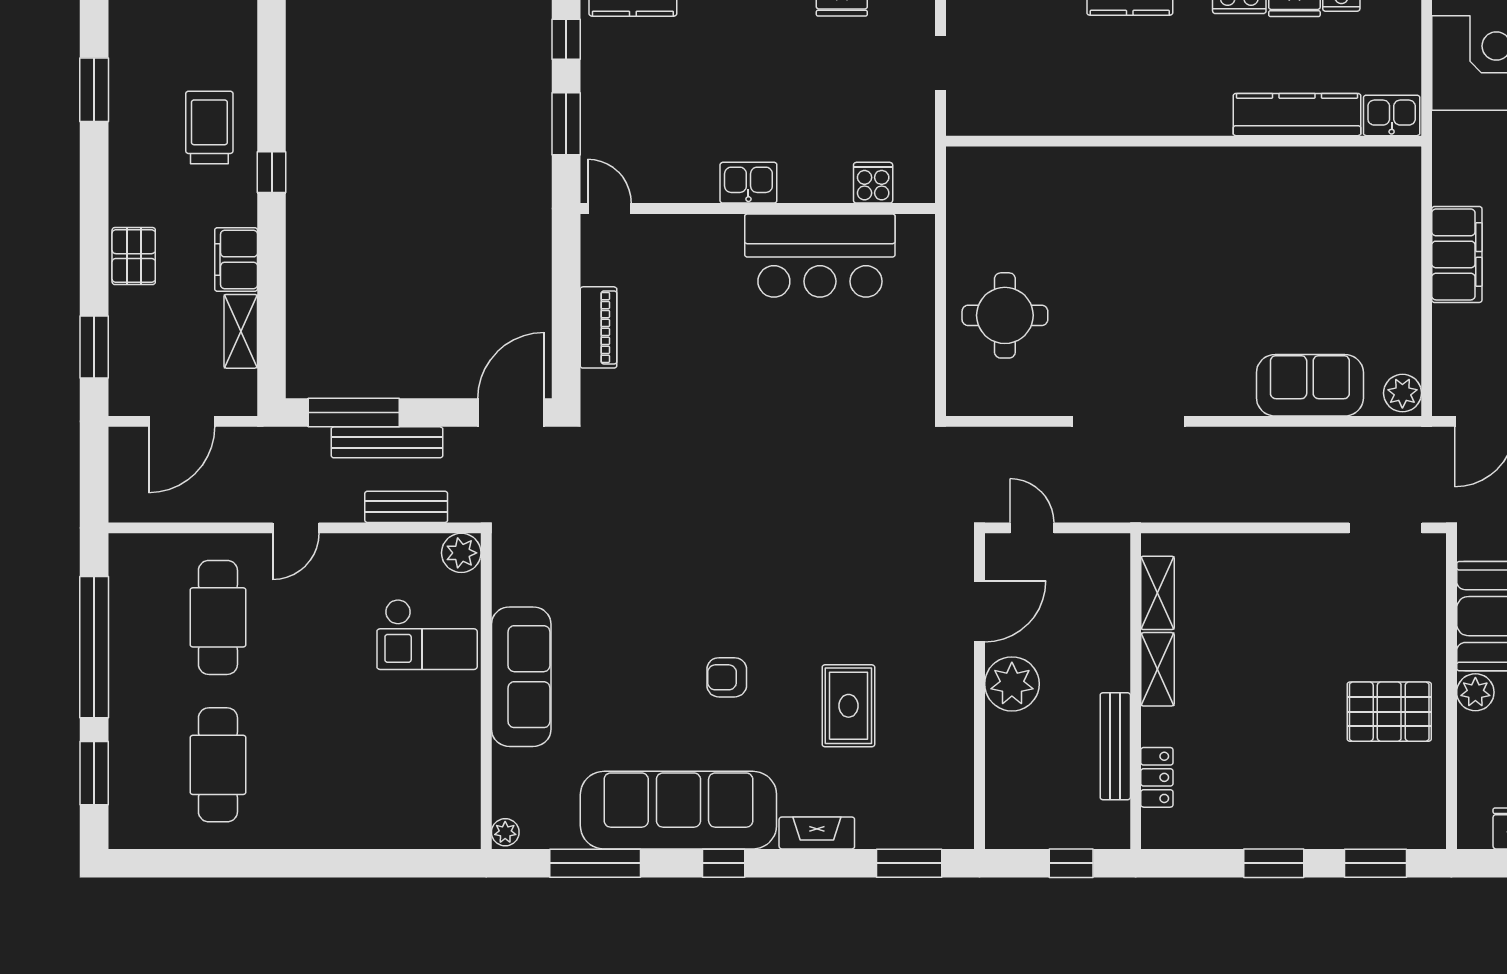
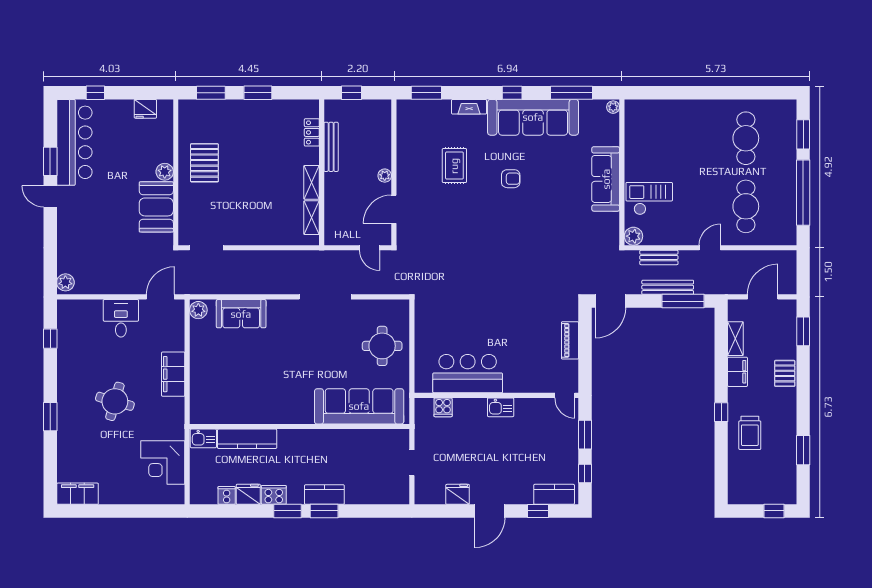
sofa: (1055, 185) -> (359, 406), added
plant: (1012, 684) -> (385, 176), width x0.53, depth x0.53
pallet: (1389, 712) -> (204, 163), turned 90

